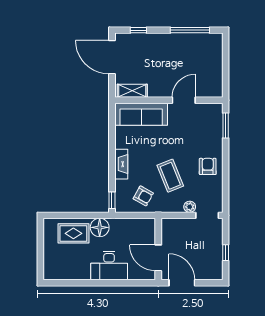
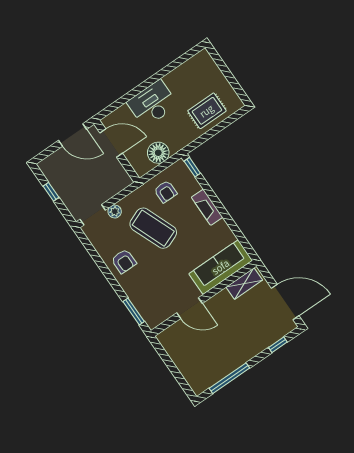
door: (184, 100) -> (190, 308), hinge flipped
coffee table: (170, 176) -> (153, 228), width x1.36, depth x1.32
armchair: (143, 196) -> (166, 192), turned -119
floor lamp: (100, 227) -> (158, 153), moved

